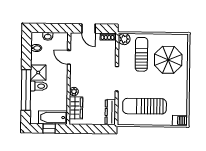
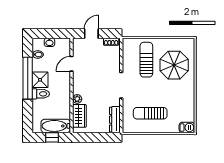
door: (88, 28) -> (91, 34), swing flipped
plant: (124, 39) -> (128, 44), removed
door: (69, 57) -> (72, 64), hinge flipped
window: (26, 90) -> (28, 78), moved
sun lounger: (145, 106) -> (150, 113), width x0.73, depth x0.75

